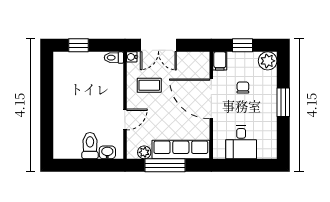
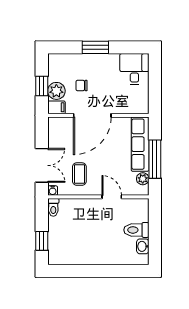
plant: (268, 61) -> (56, 91), moved
desk: (241, 142) -> (134, 69), moved, turned -90
washbasin: (107, 152) -> (143, 246), moved

